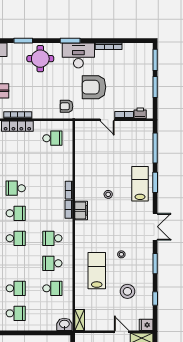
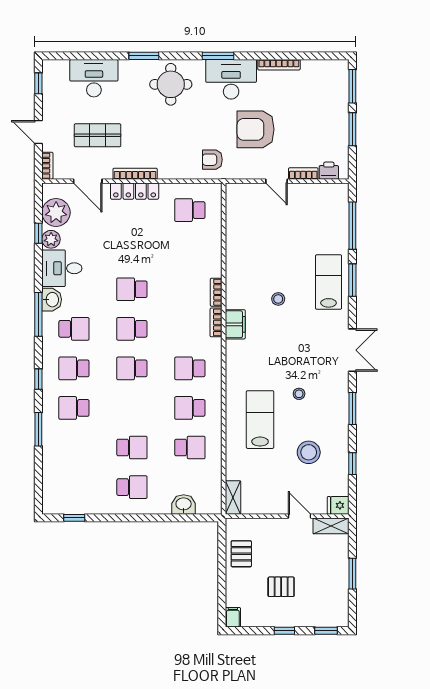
school desk: (52, 138) -> (190, 210), turned 180
school desk: (16, 213) -> (132, 329), turned 180
school desk: (16, 238) -> (132, 368), turned 180
washbasin: (64, 324) -> (184, 504), moved

